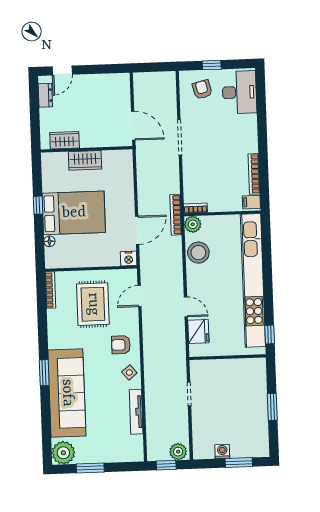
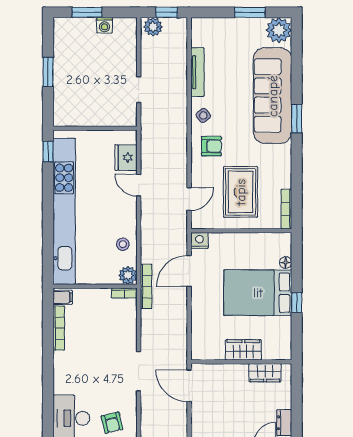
stool: (198, 253) -> (123, 244), width x0.53, depth x0.53

